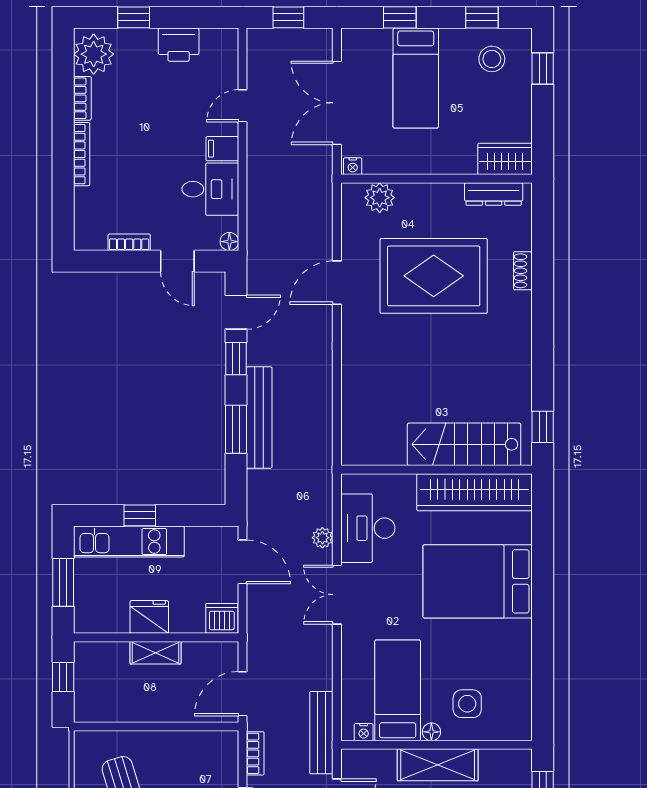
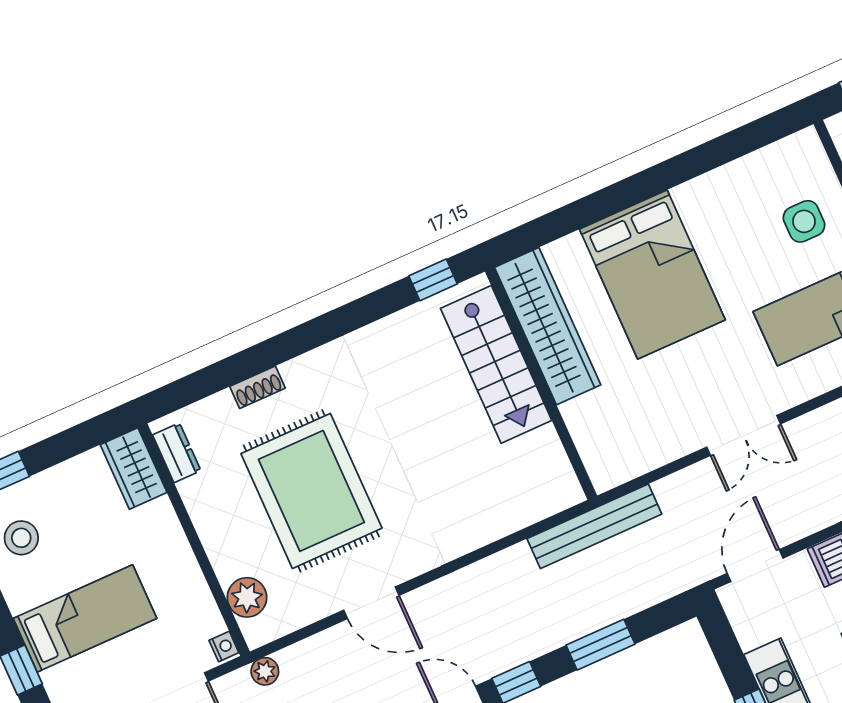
dresser: (494, 194) -> (177, 453), width x0.70
bench: (259, 418) -> (594, 526), moved
desk: (368, 528) -> (648, 434), removed
plant: (322, 538) -> (265, 671), moved

